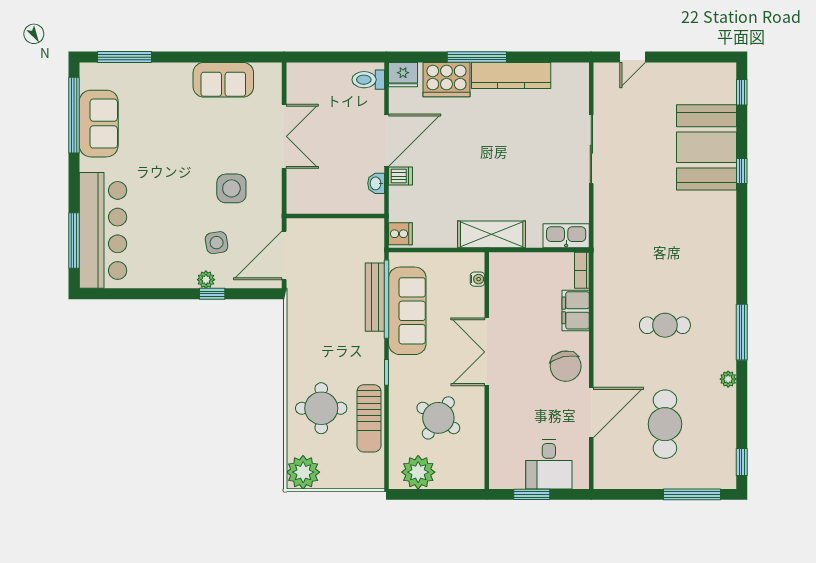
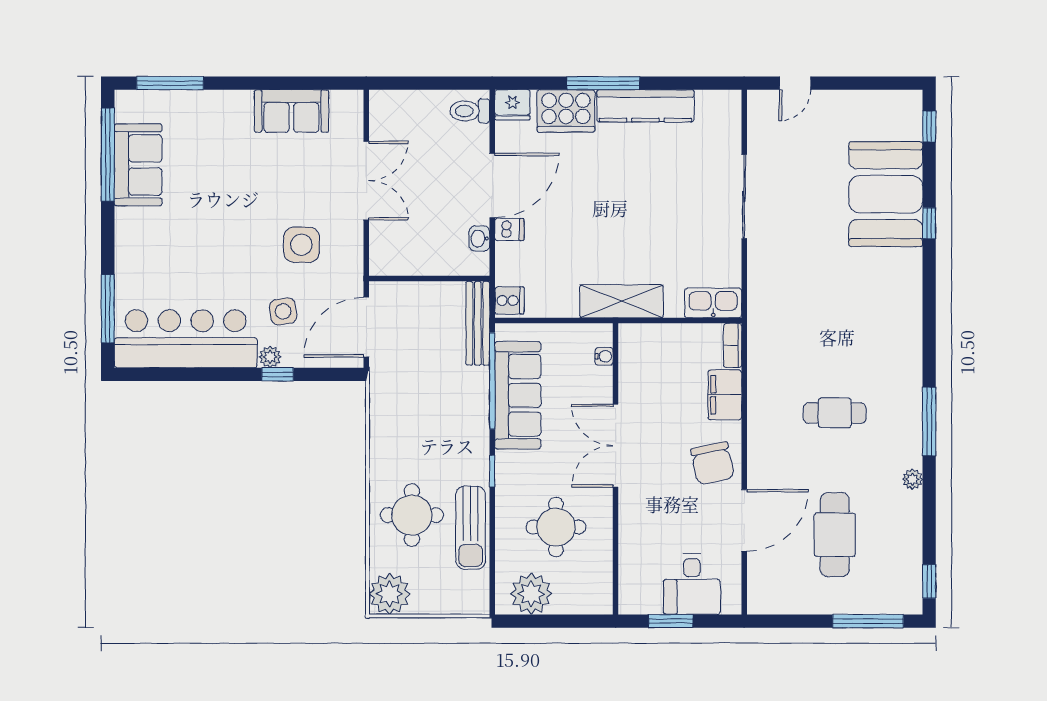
bar counter: (103, 230) -> (186, 339), moved, turned -90
bench: (375, 297) -> (478, 323), moved
round table: (438, 418) -> (556, 527), turned -33

